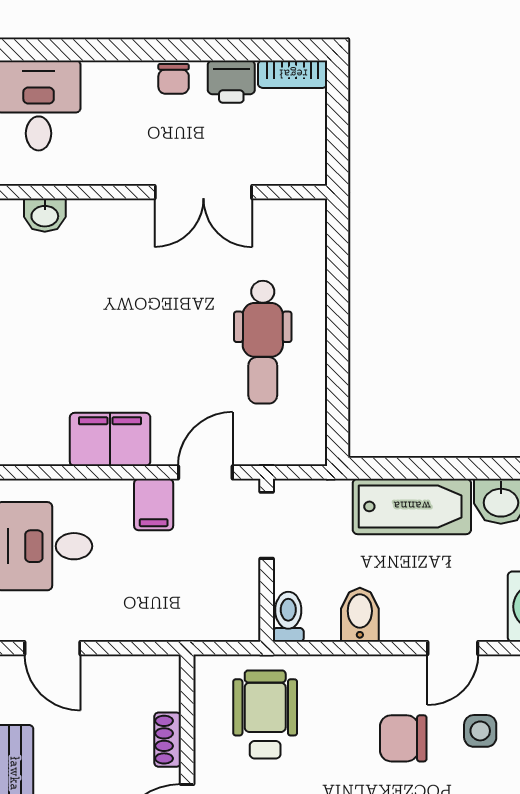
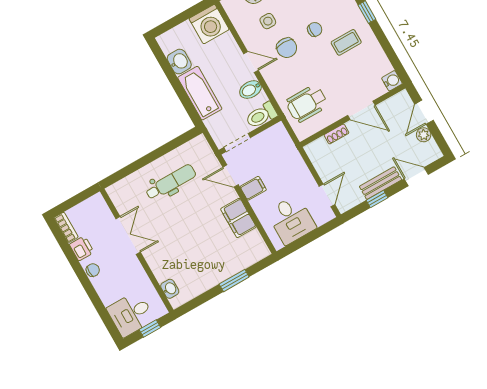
toilet: (288, 617) -> (261, 115), width x1.37, depth x1.39
door: (453, 648) -> (251, 62), moved

